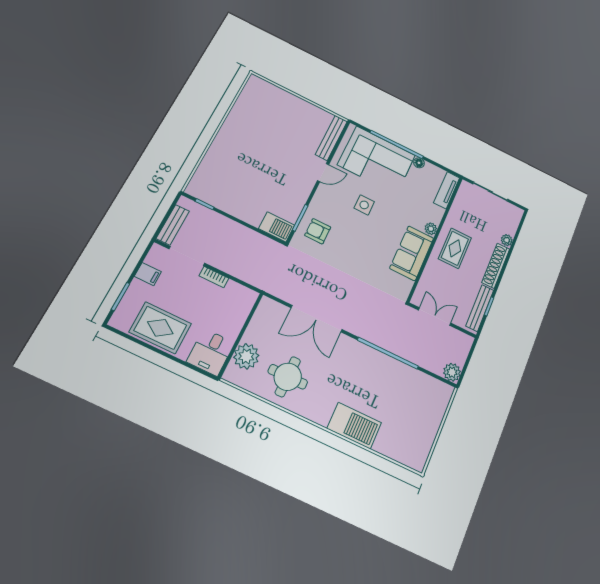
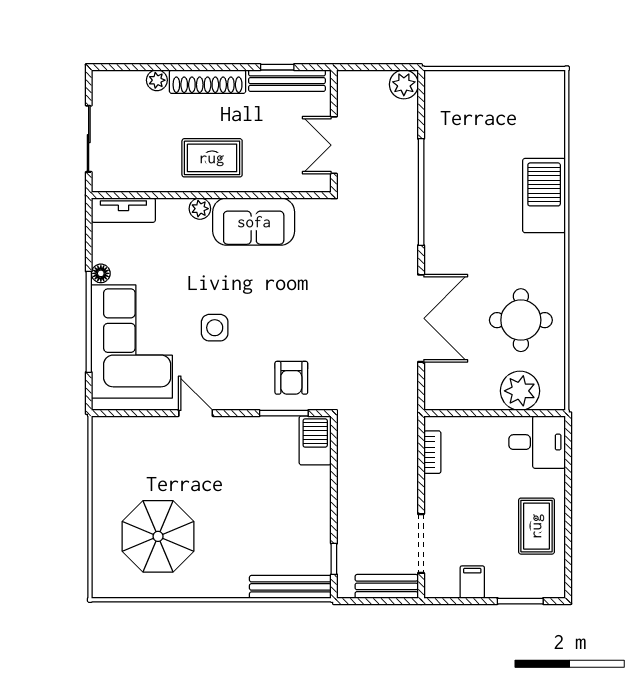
parasol: (267, 121) -> (158, 536), added
bench: (331, 138) -> (290, 587), moved
bookcase: (214, 277) -> (432, 452), moved
rug: (160, 328) -> (536, 526), width x0.73, depth x0.70

